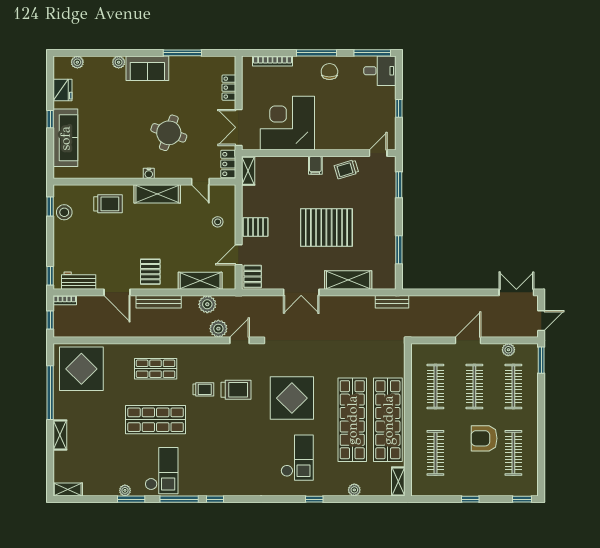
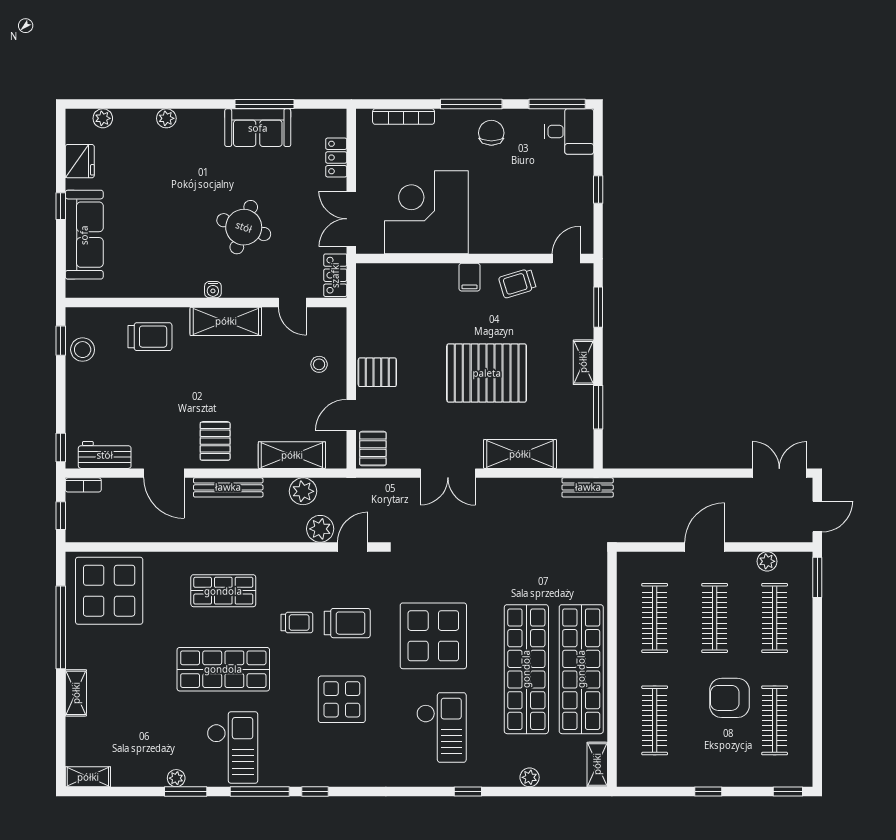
sofa: (147, 68) -> (258, 128), moved
shelving: (248, 171) -> (583, 362), moved
display table: (232, 439) -> (342, 699), added

